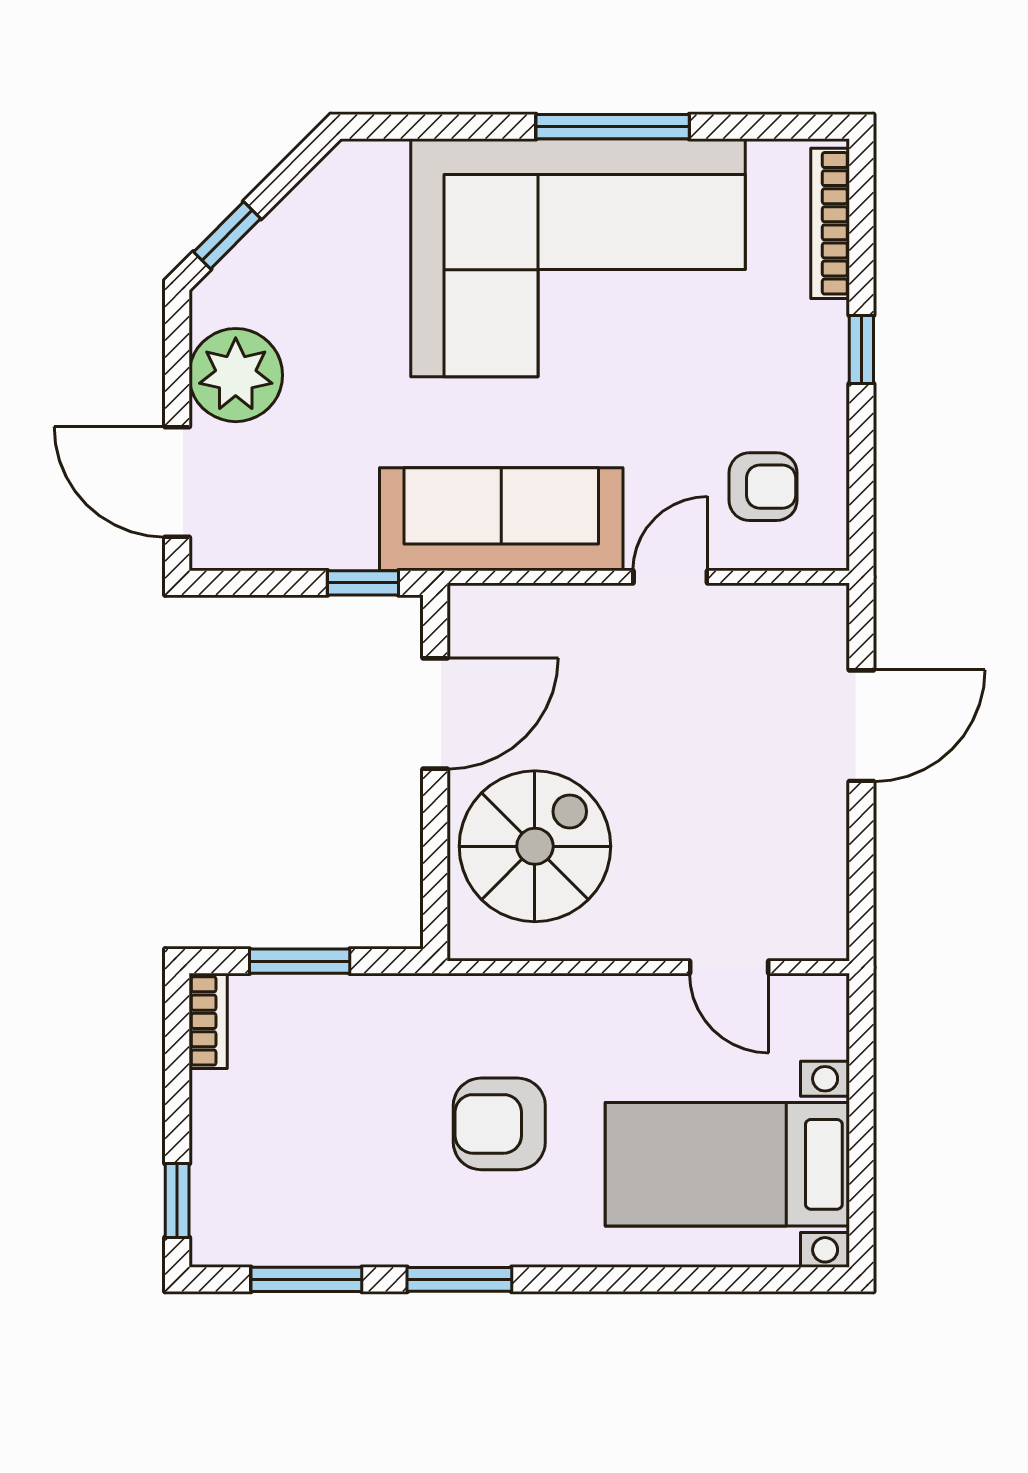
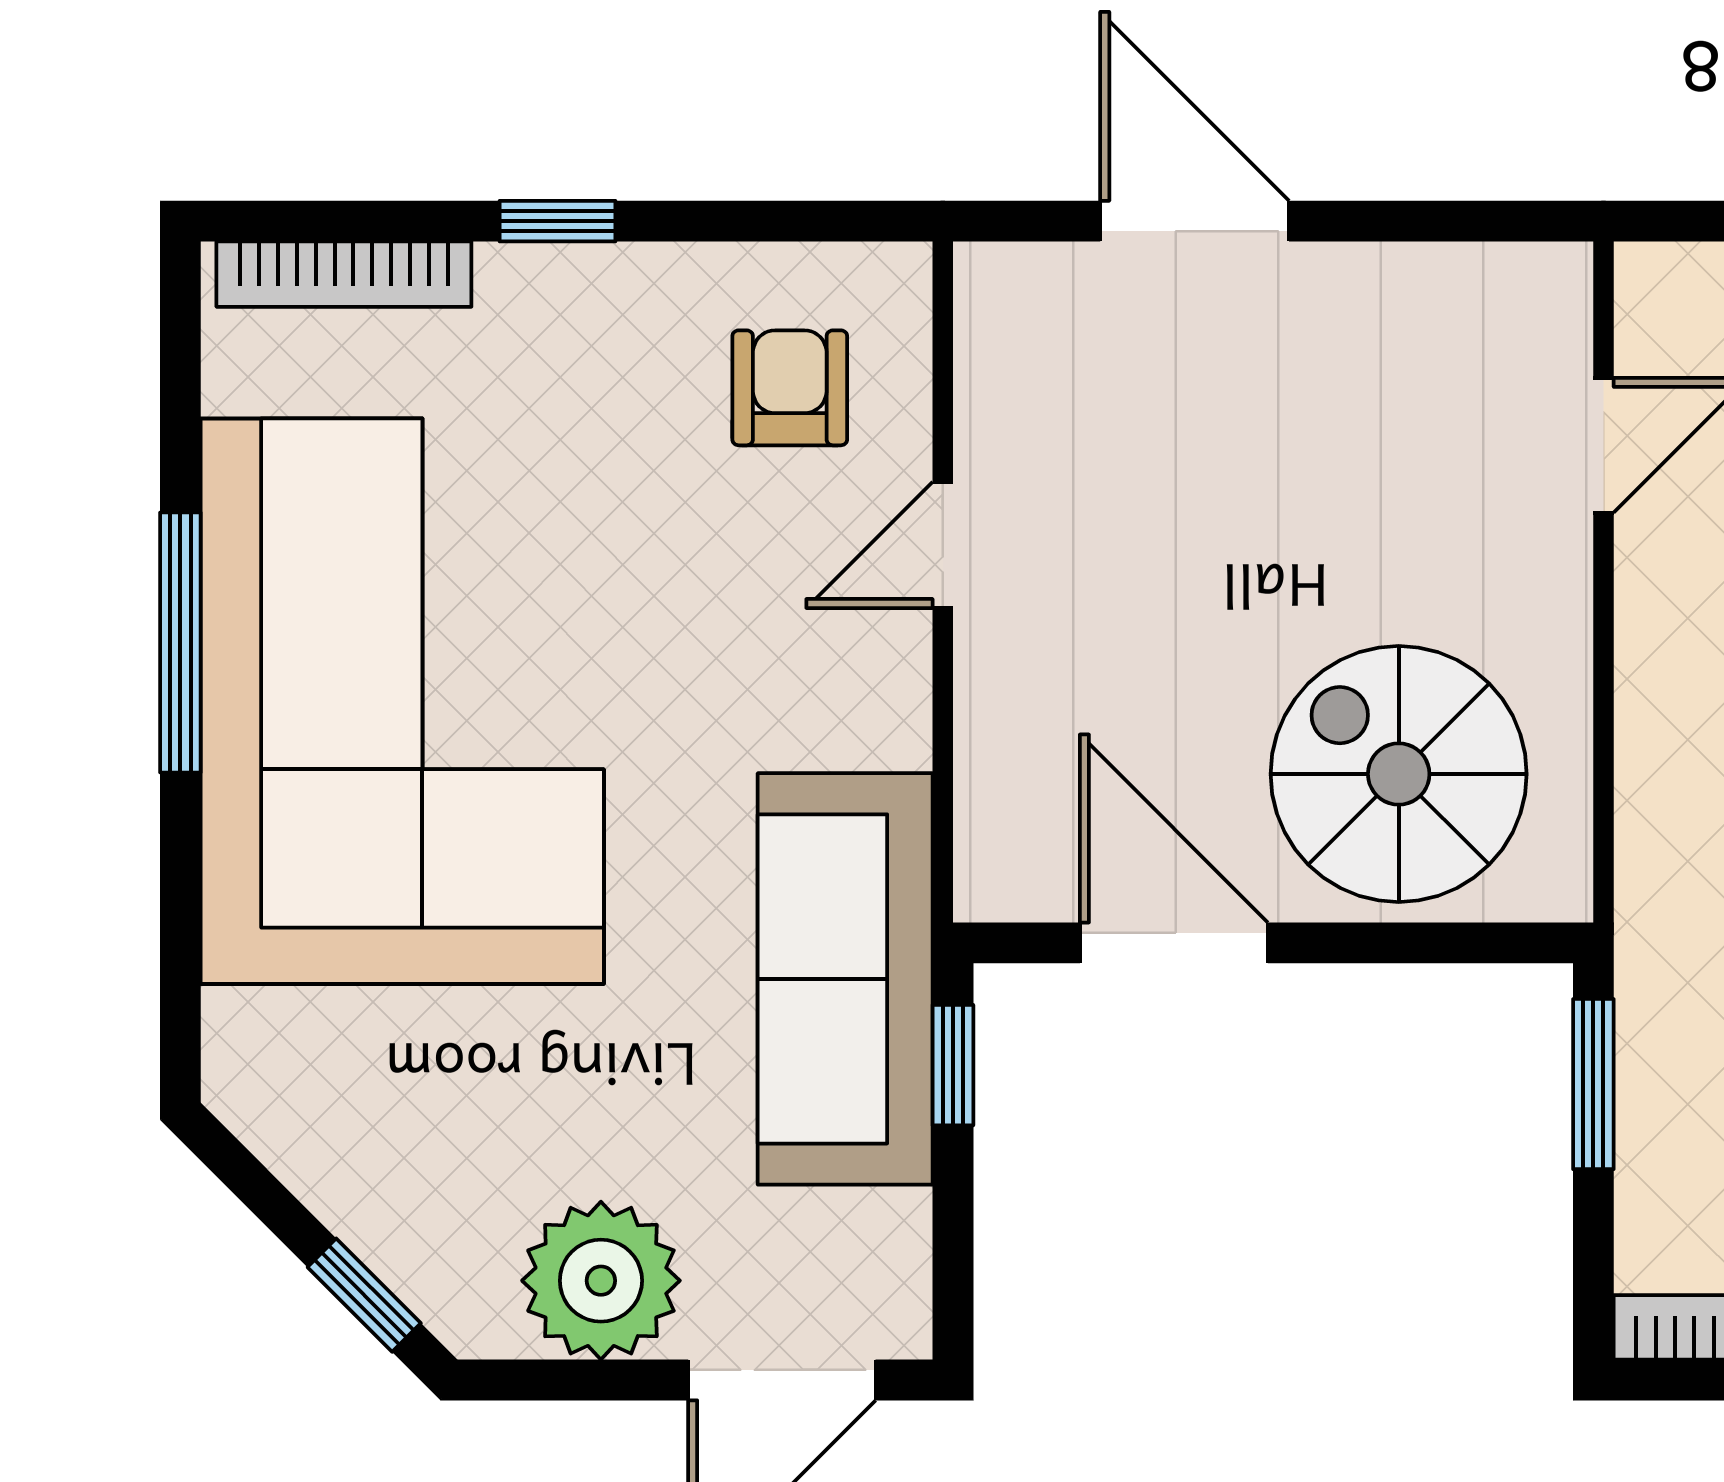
sofa: (501, 519) -> (845, 979), moved
door: (670, 577) -> (943, 545), hinge flipped
window: (300, 961) -> (1593, 1084), moved

